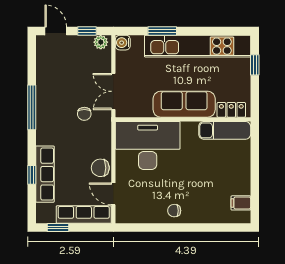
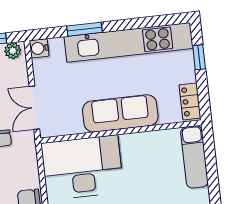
locker: (231, 110) -> (190, 101), moved, turned -90
exam couch: (225, 130) -> (194, 157), moved, turned 90

